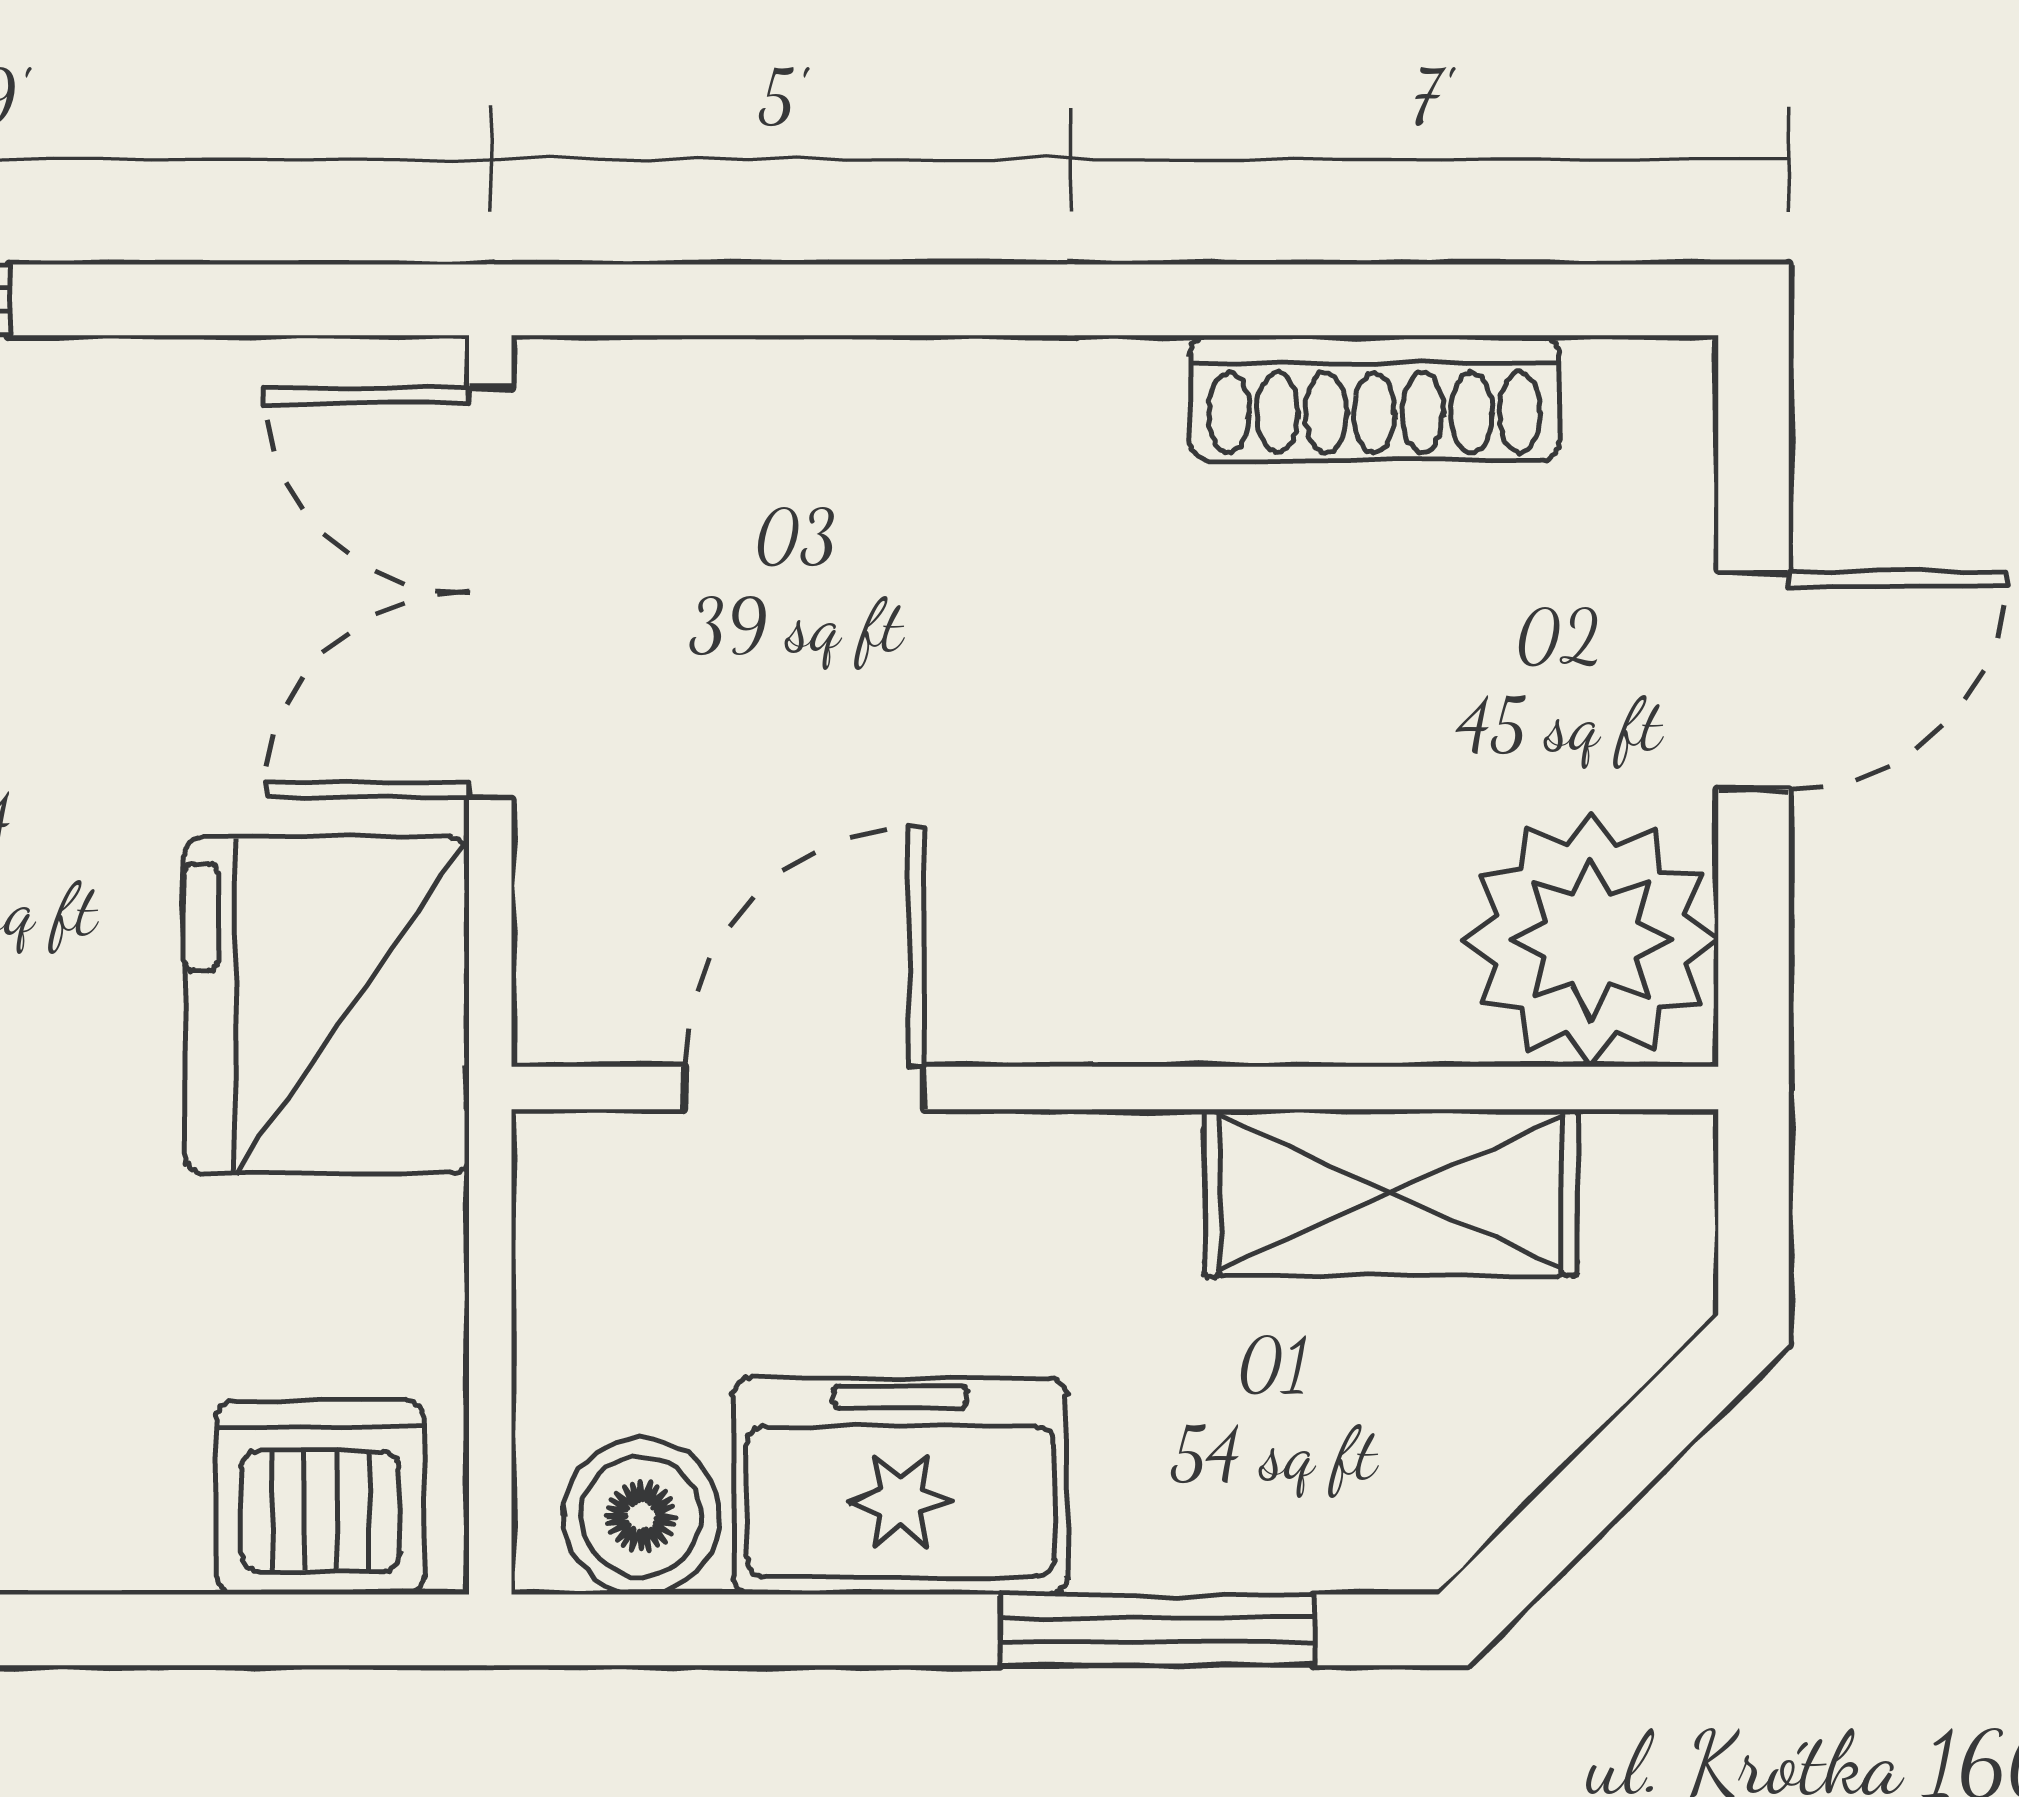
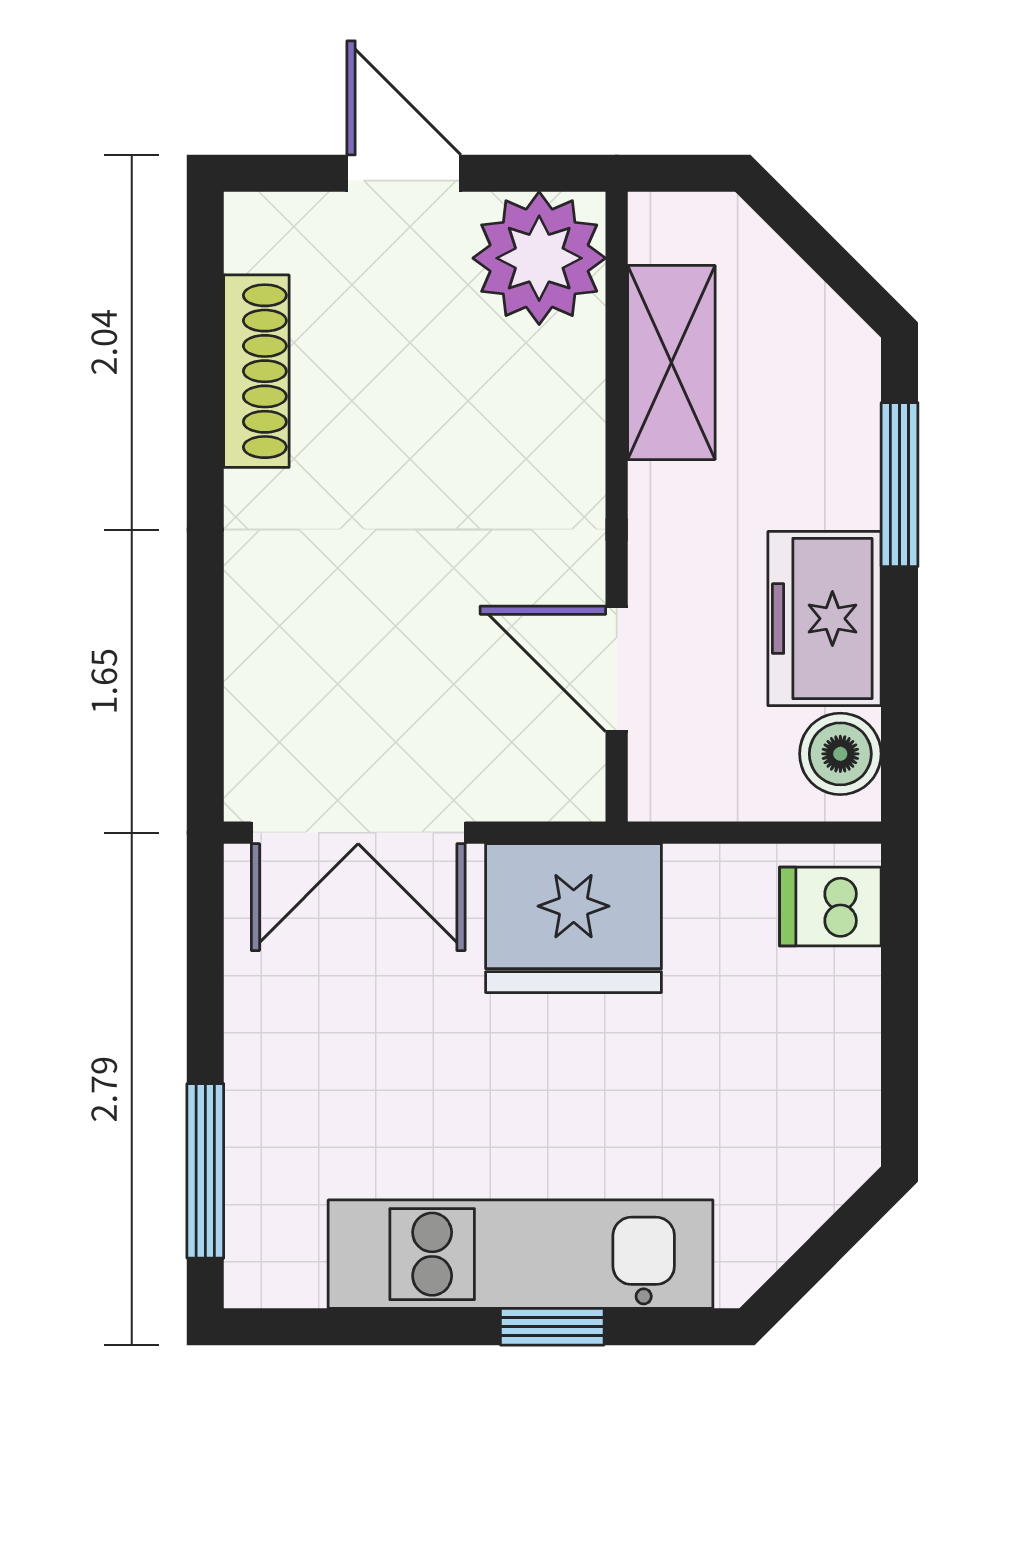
dishwasher: (320, 1497) -> (830, 906), width x0.73

